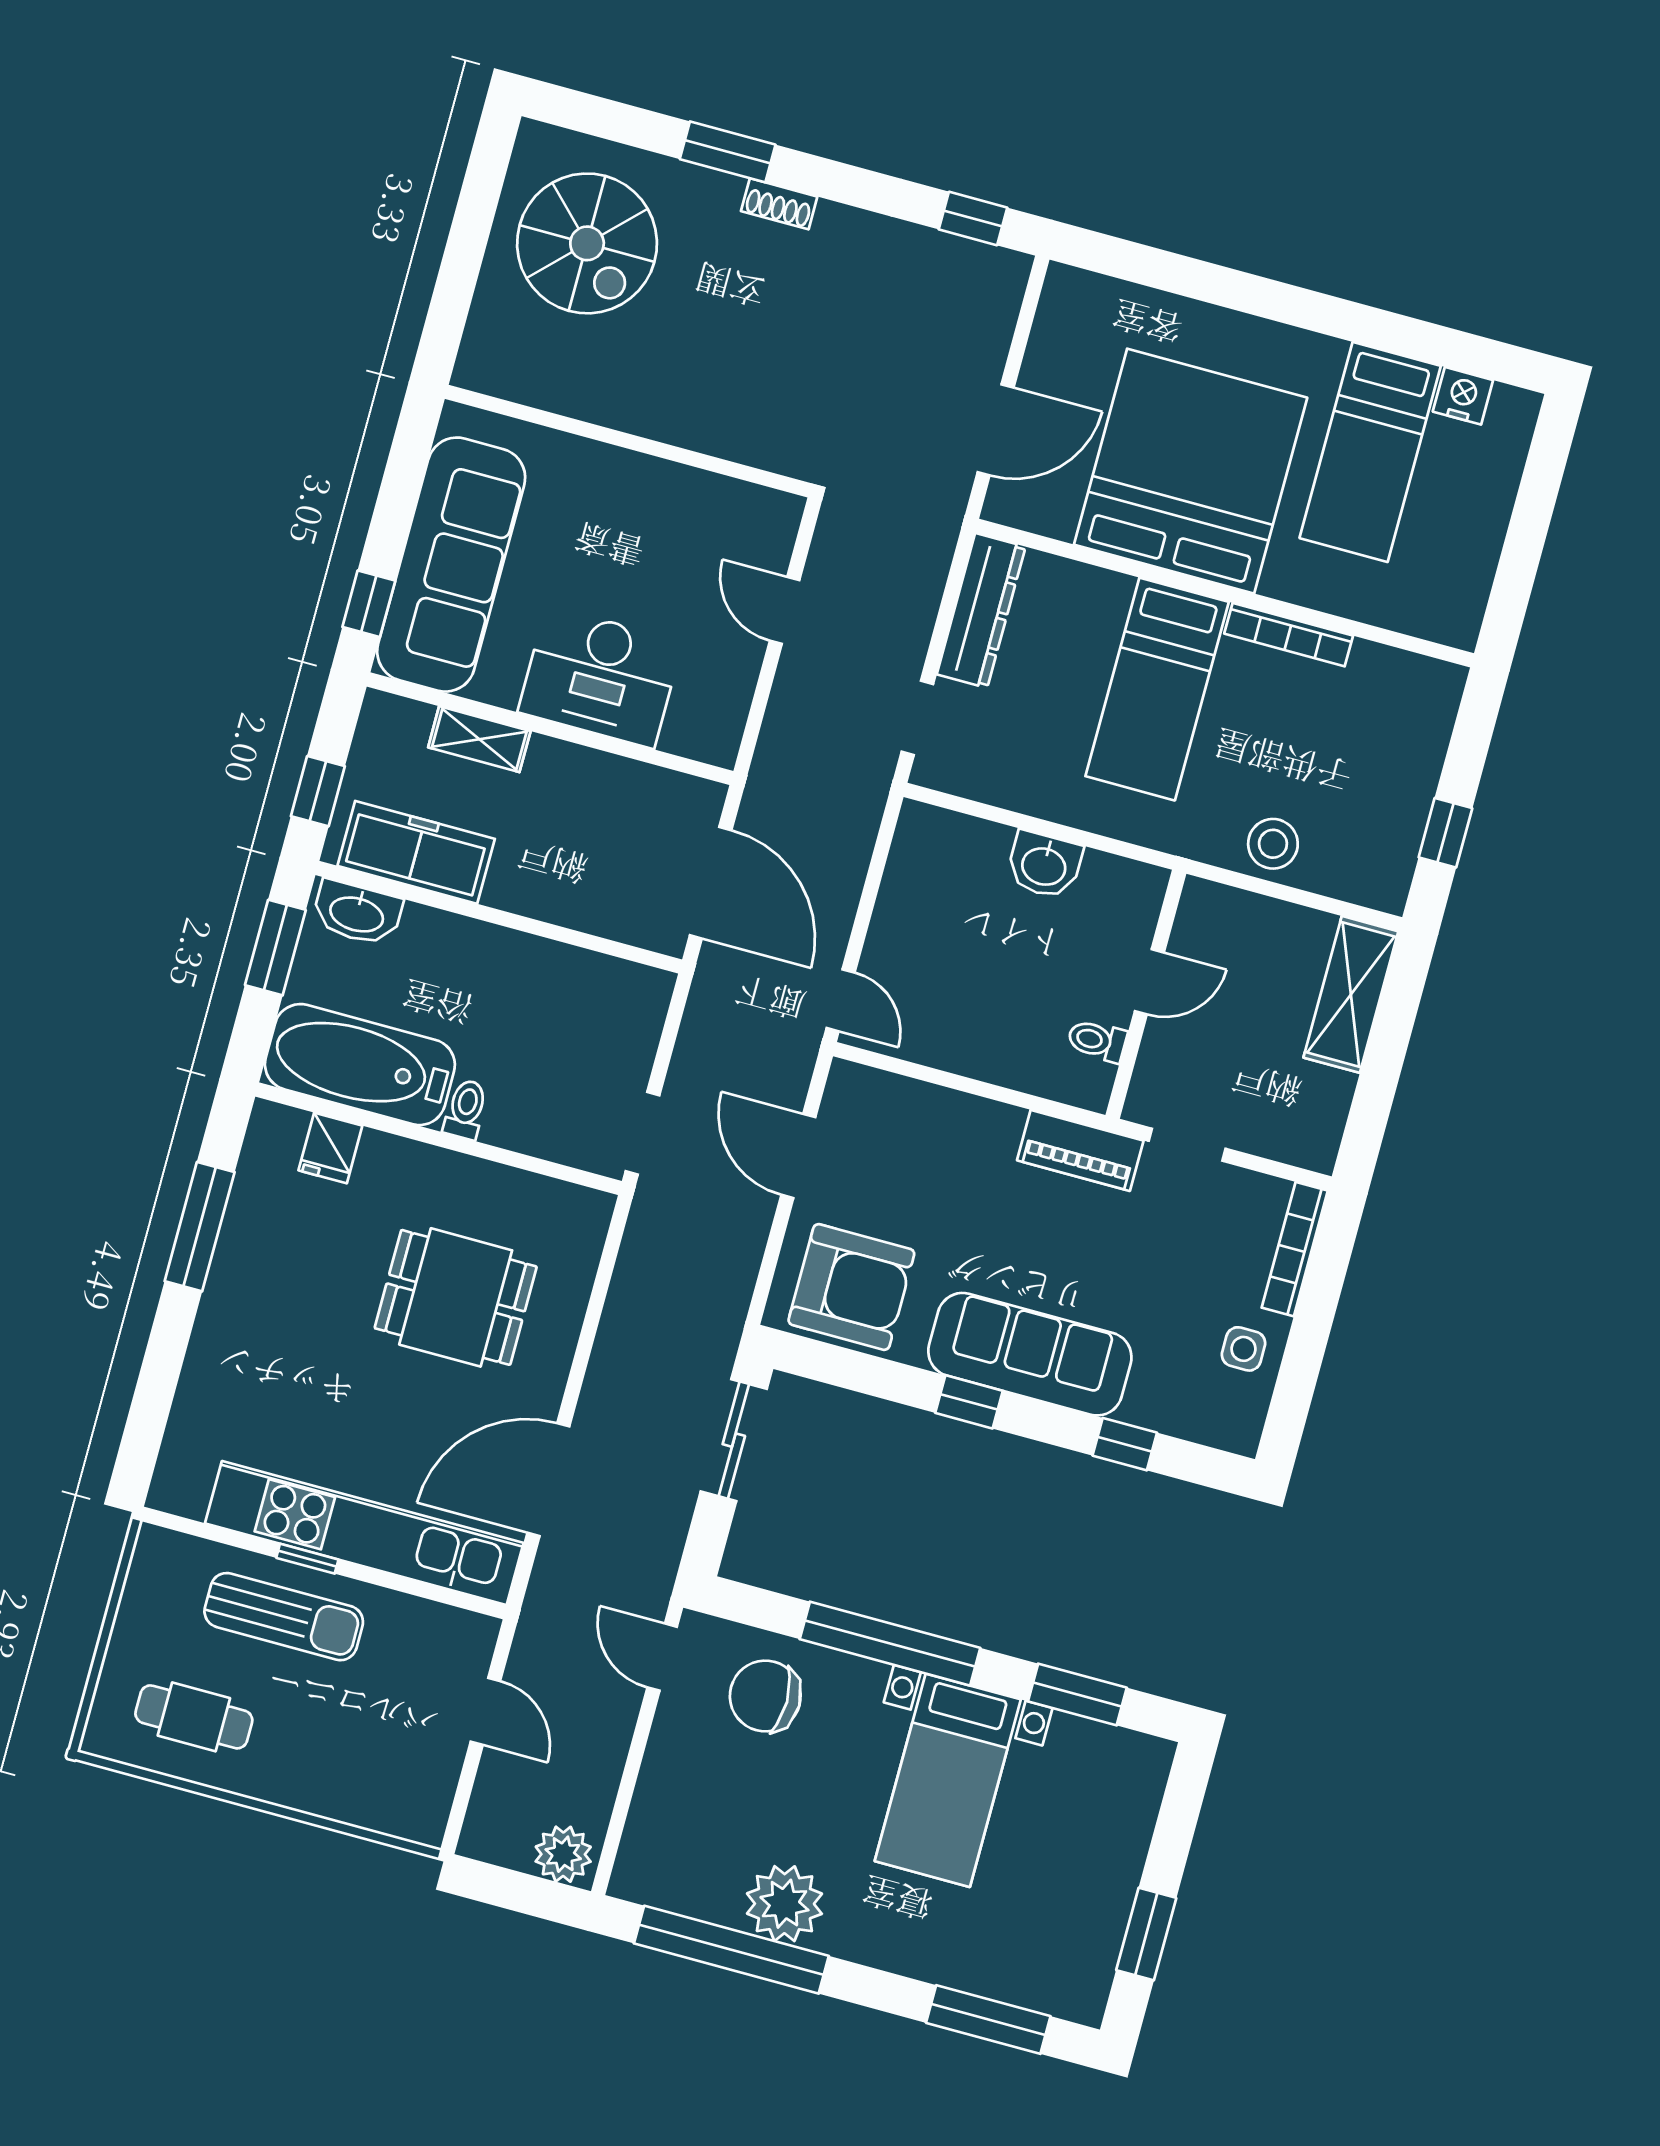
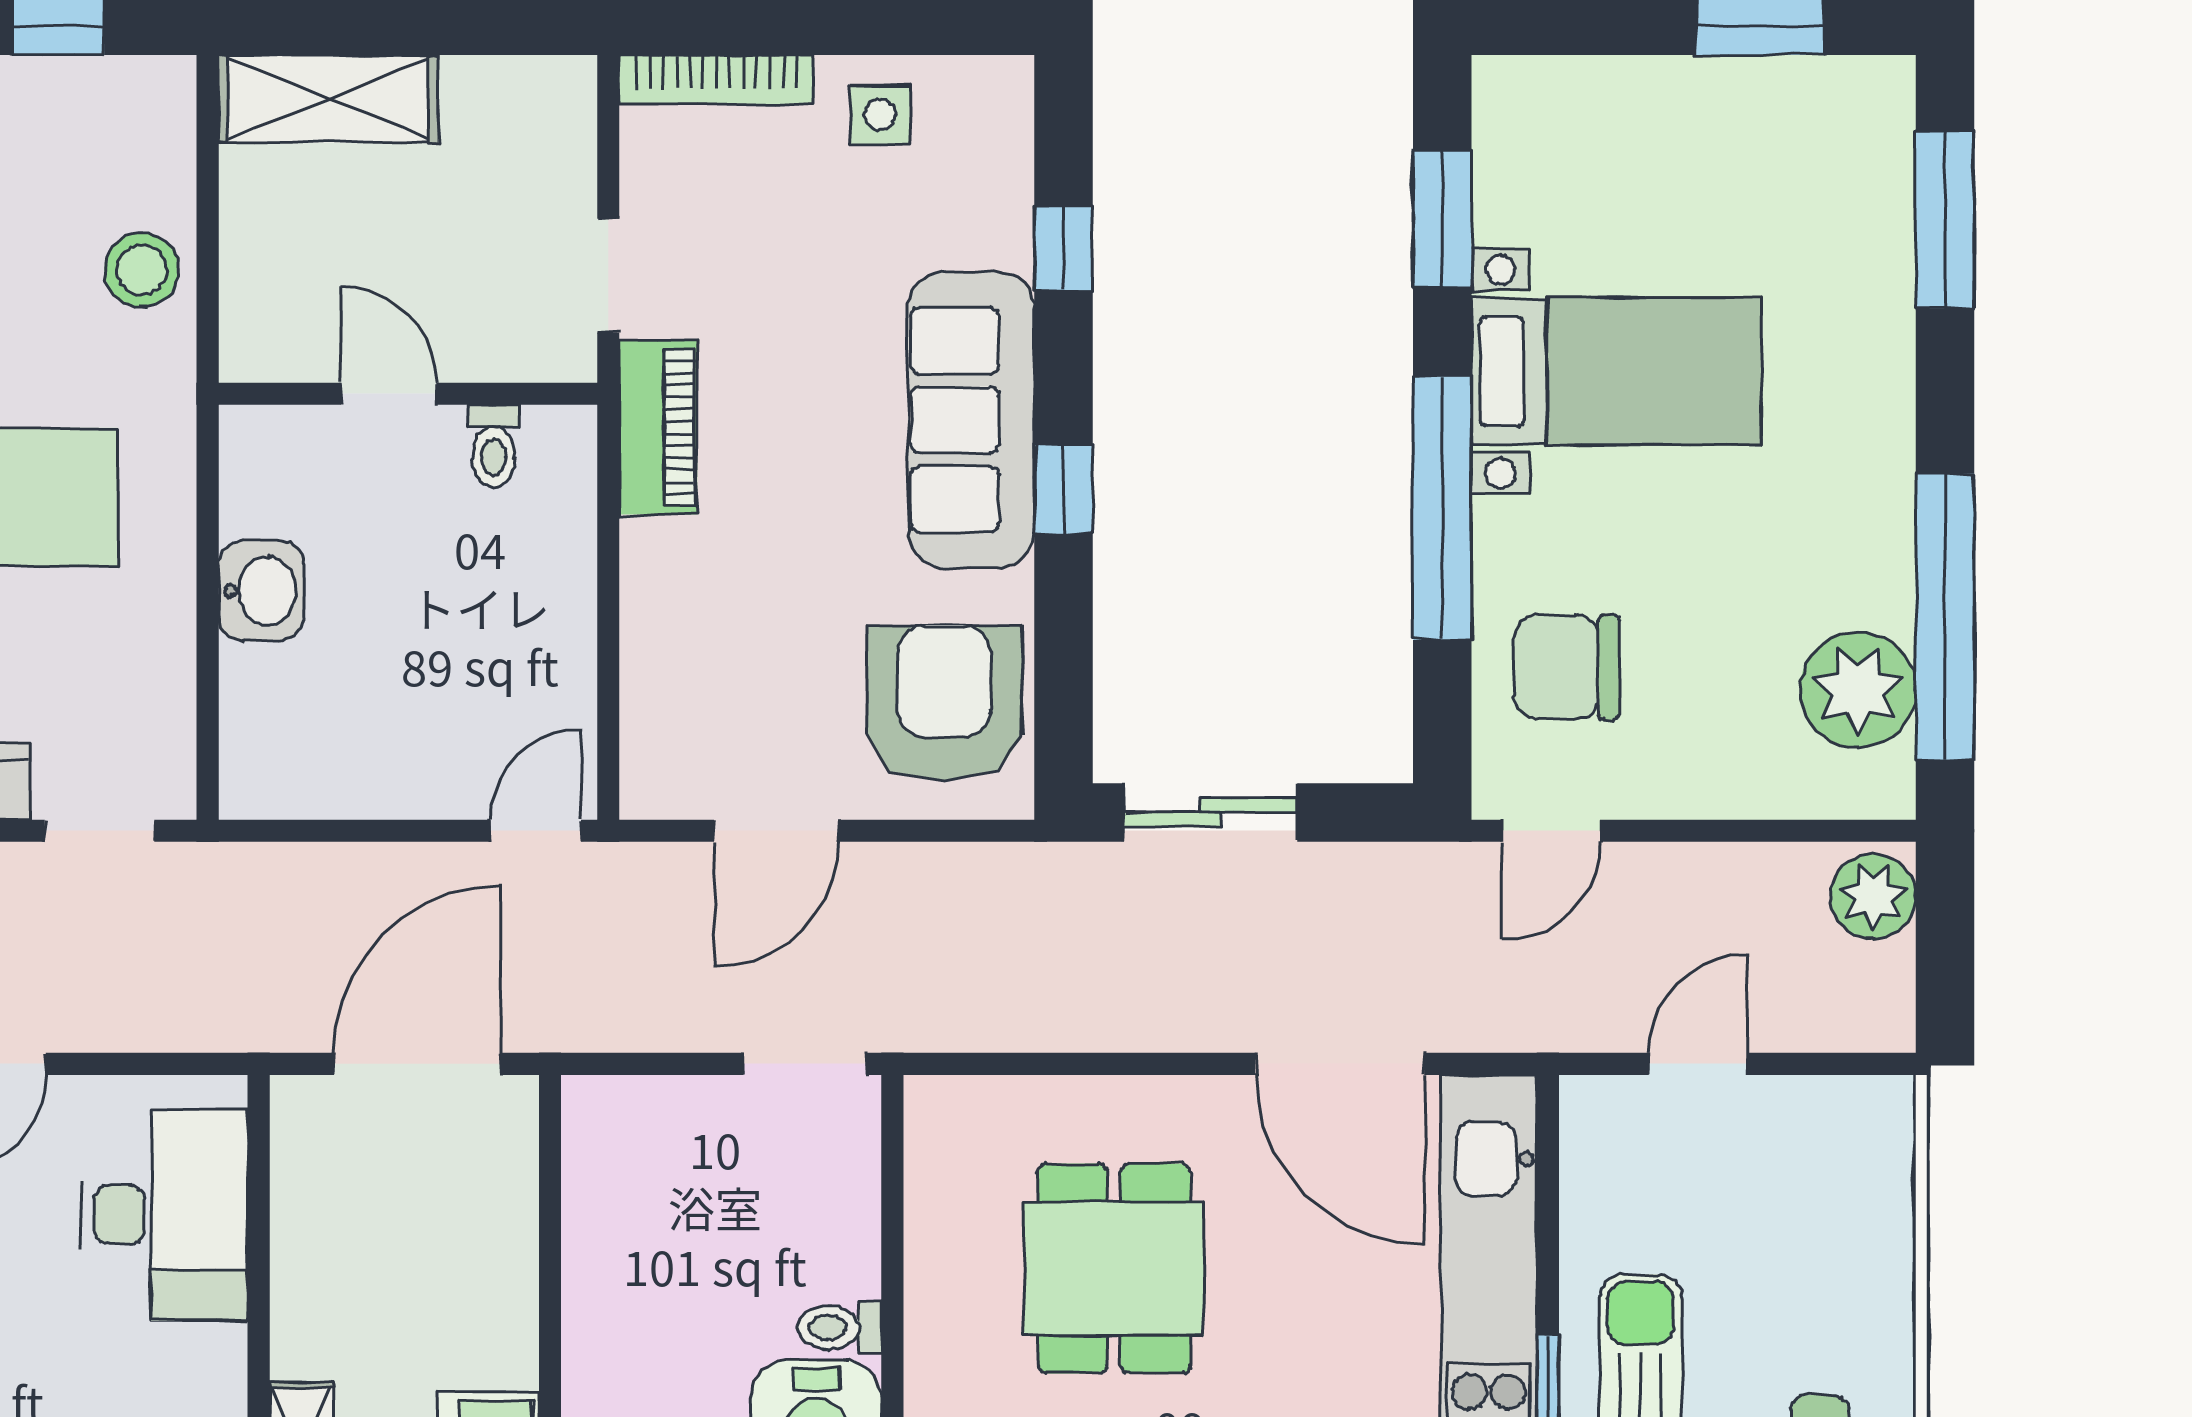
desk: (600, 677) -> (164, 1215), moved
chair: (765, 1696) -> (1567, 667), turned 90
plant: (784, 1904) -> (1858, 690), moved

